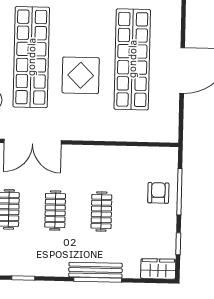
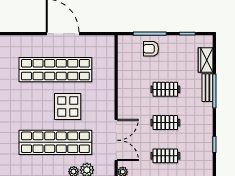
wardrobe: (158, 269) -> (206, 60), moved
bench: (95, 270) -> (207, 88), width x0.73

